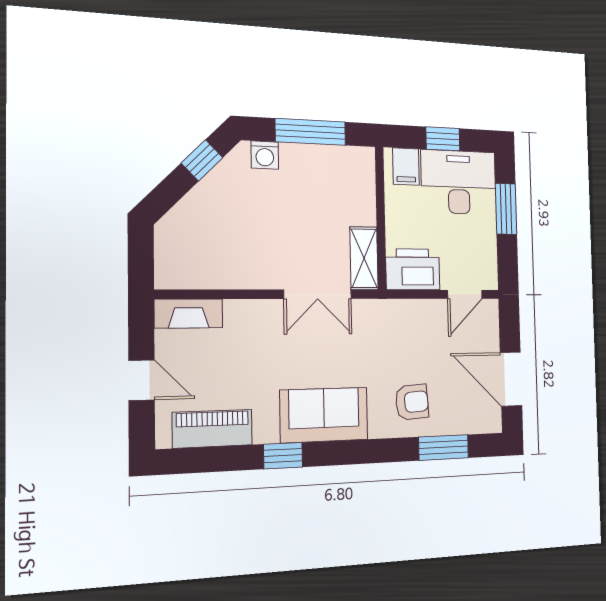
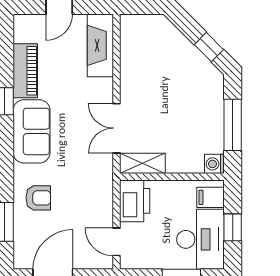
washing machine: (265, 155) -> (214, 164), moved
fireplace: (189, 314) -> (100, 45), width x1.37, depth x1.32
armchair: (412, 402) -> (38, 198), turned -86
piano: (213, 429) -> (25, 71), moved

